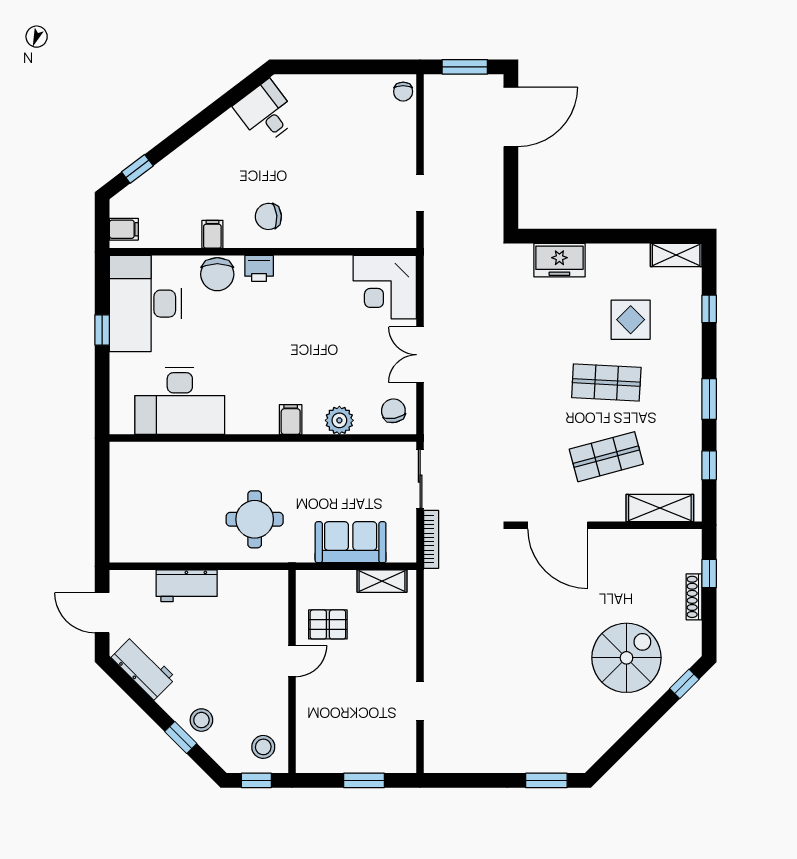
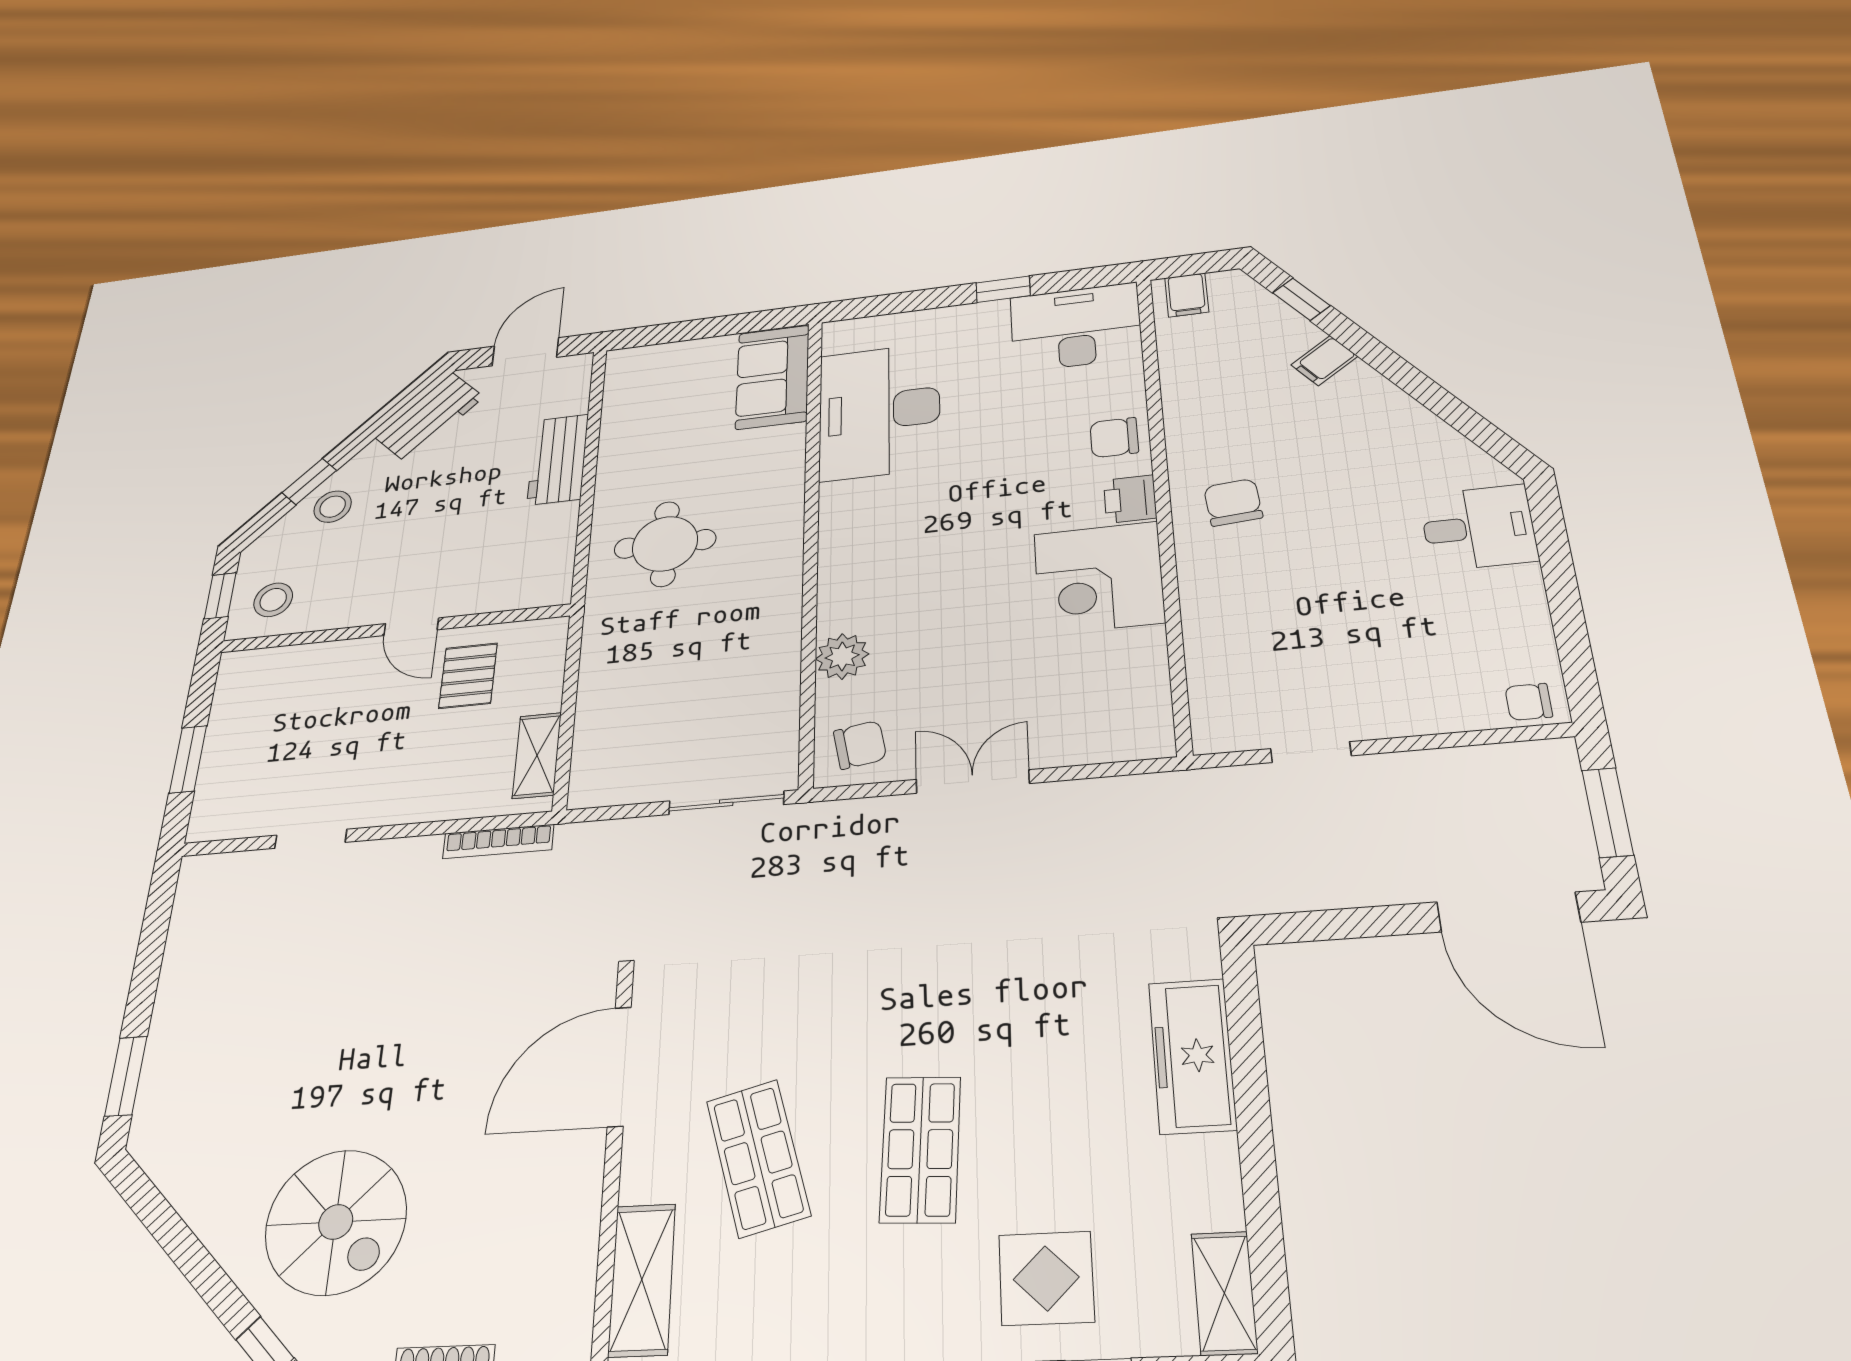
desk: (266, 112) -> (1478, 528), moved, turned 37
filing cabinet: (212, 234) -> (1324, 361), moved, turned 143
freezer: (559, 260) -> (1192, 1056), width x1.40
chair: (217, 274) -> (1114, 437), width x0.73, depth x0.73
corner desk: (385, 287) -> (1099, 578), moved, turned -90
desk: (145, 304) -> (1076, 327), width x0.73, depth x0.77
display table: (631, 320) -> (1046, 1278), moved
filing cabinet: (291, 420) -> (845, 579), removed
bookcase: (431, 539) -> (498, 841), moved
sofa: (351, 542) -> (773, 377), moved, turned 180

